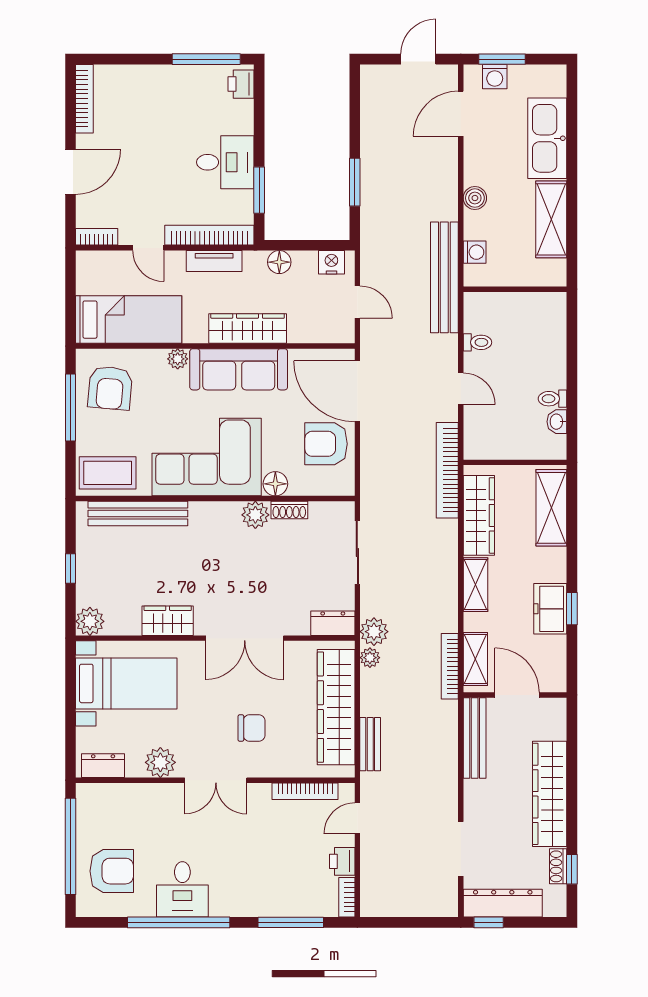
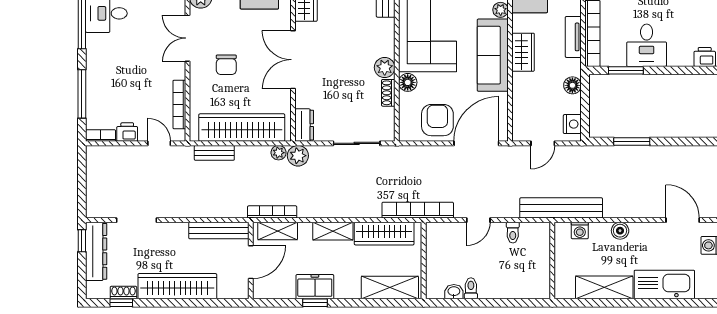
wardrobe: (248, 328) -> (523, 52), width x0.67

